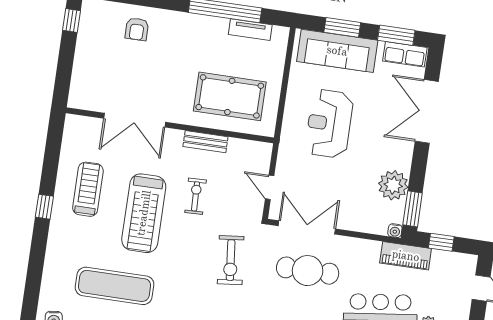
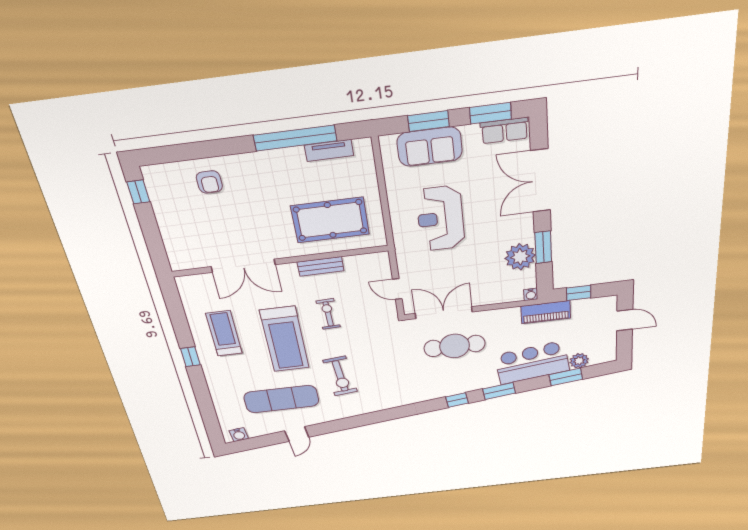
sofa: (337, 51) -> (430, 147), width x0.73
window: (413, 209) -> (543, 247), moved
exercise bike: (231, 260) -> (340, 376), moved

